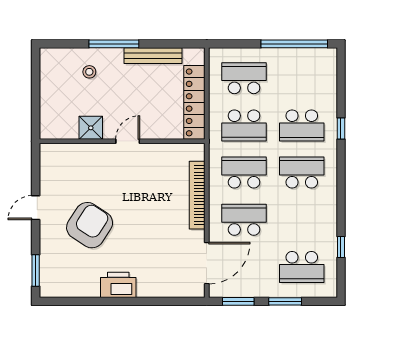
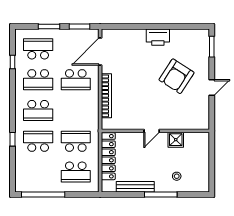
school desk: (244, 173) -> (38, 80), moved

